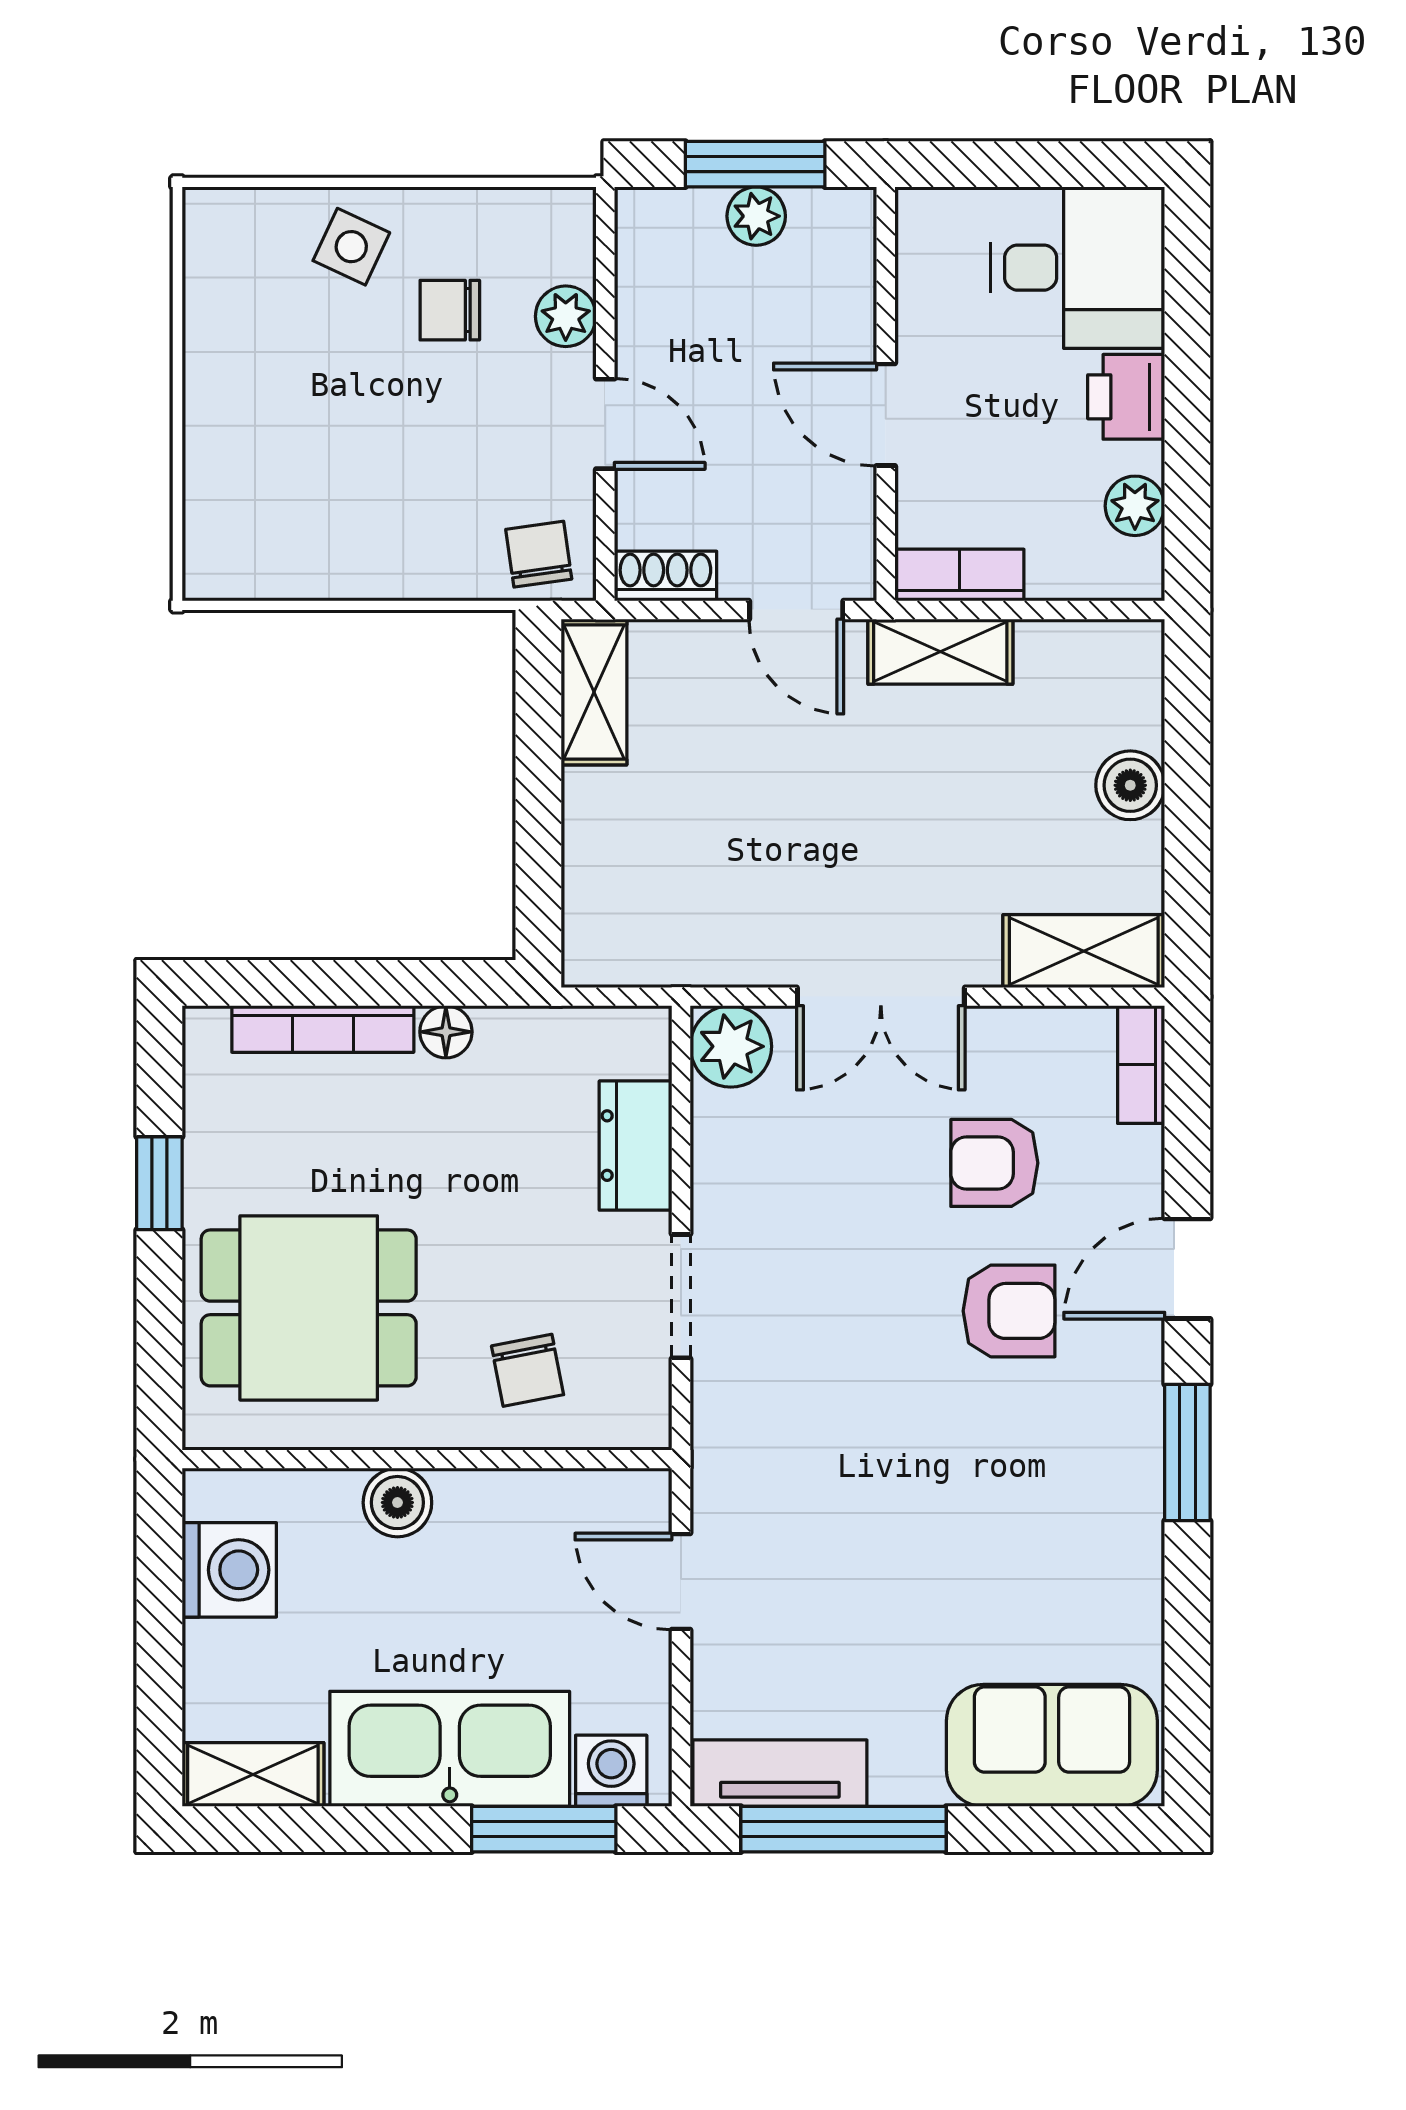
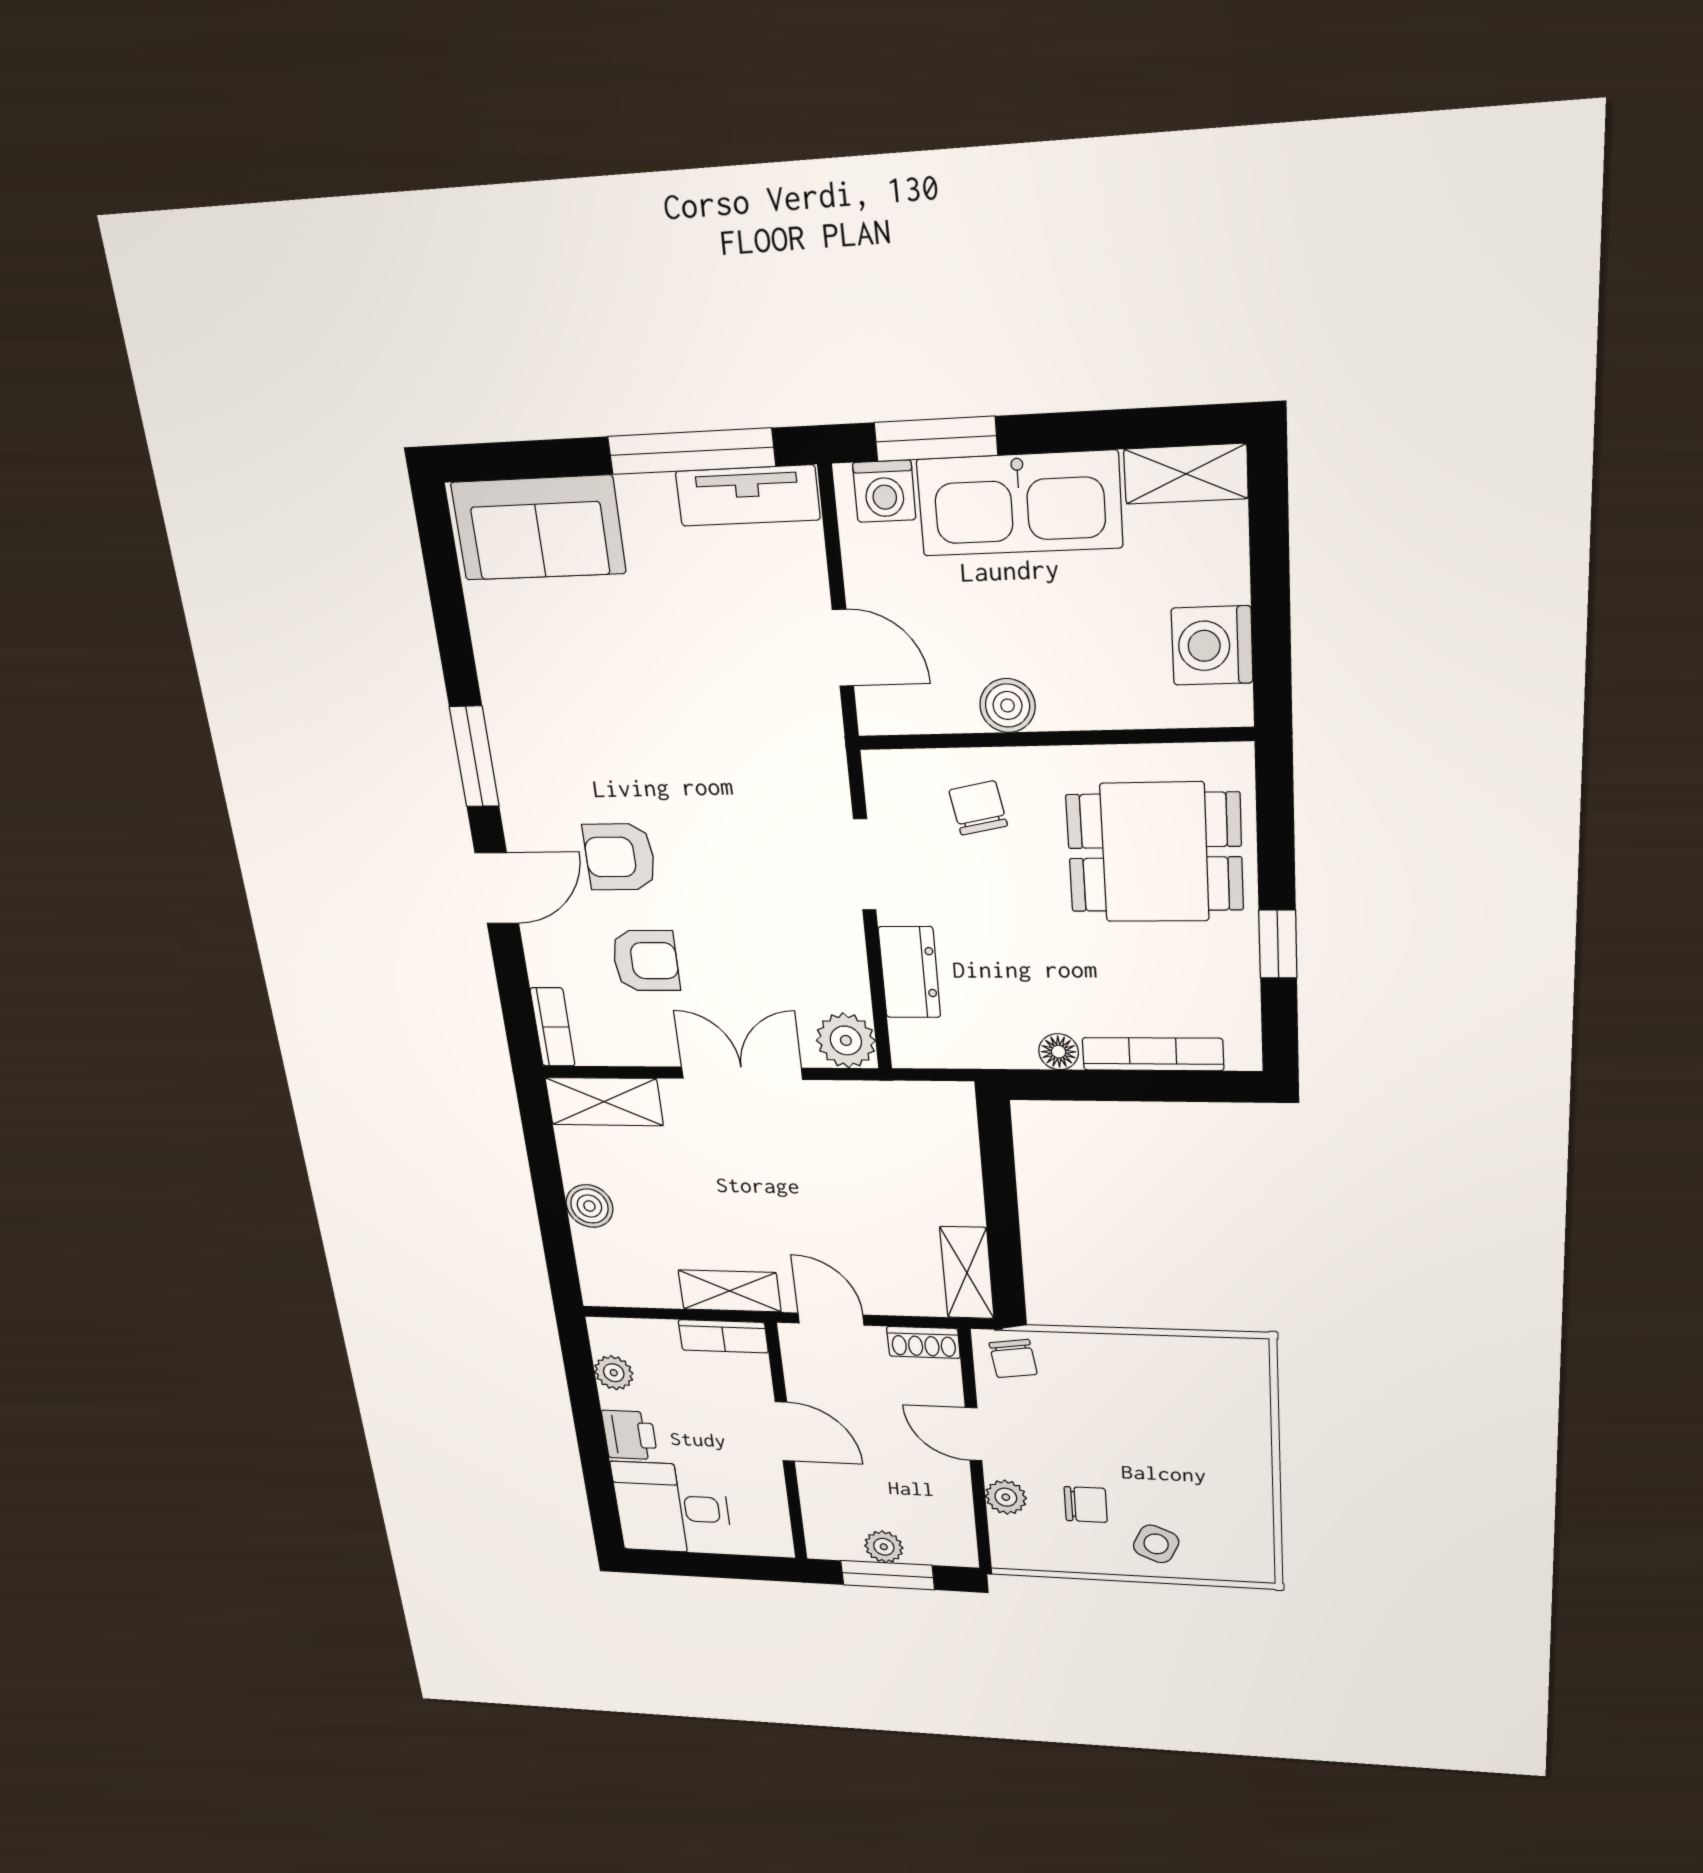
boiler: (397, 1503) -> (1008, 705), moved

